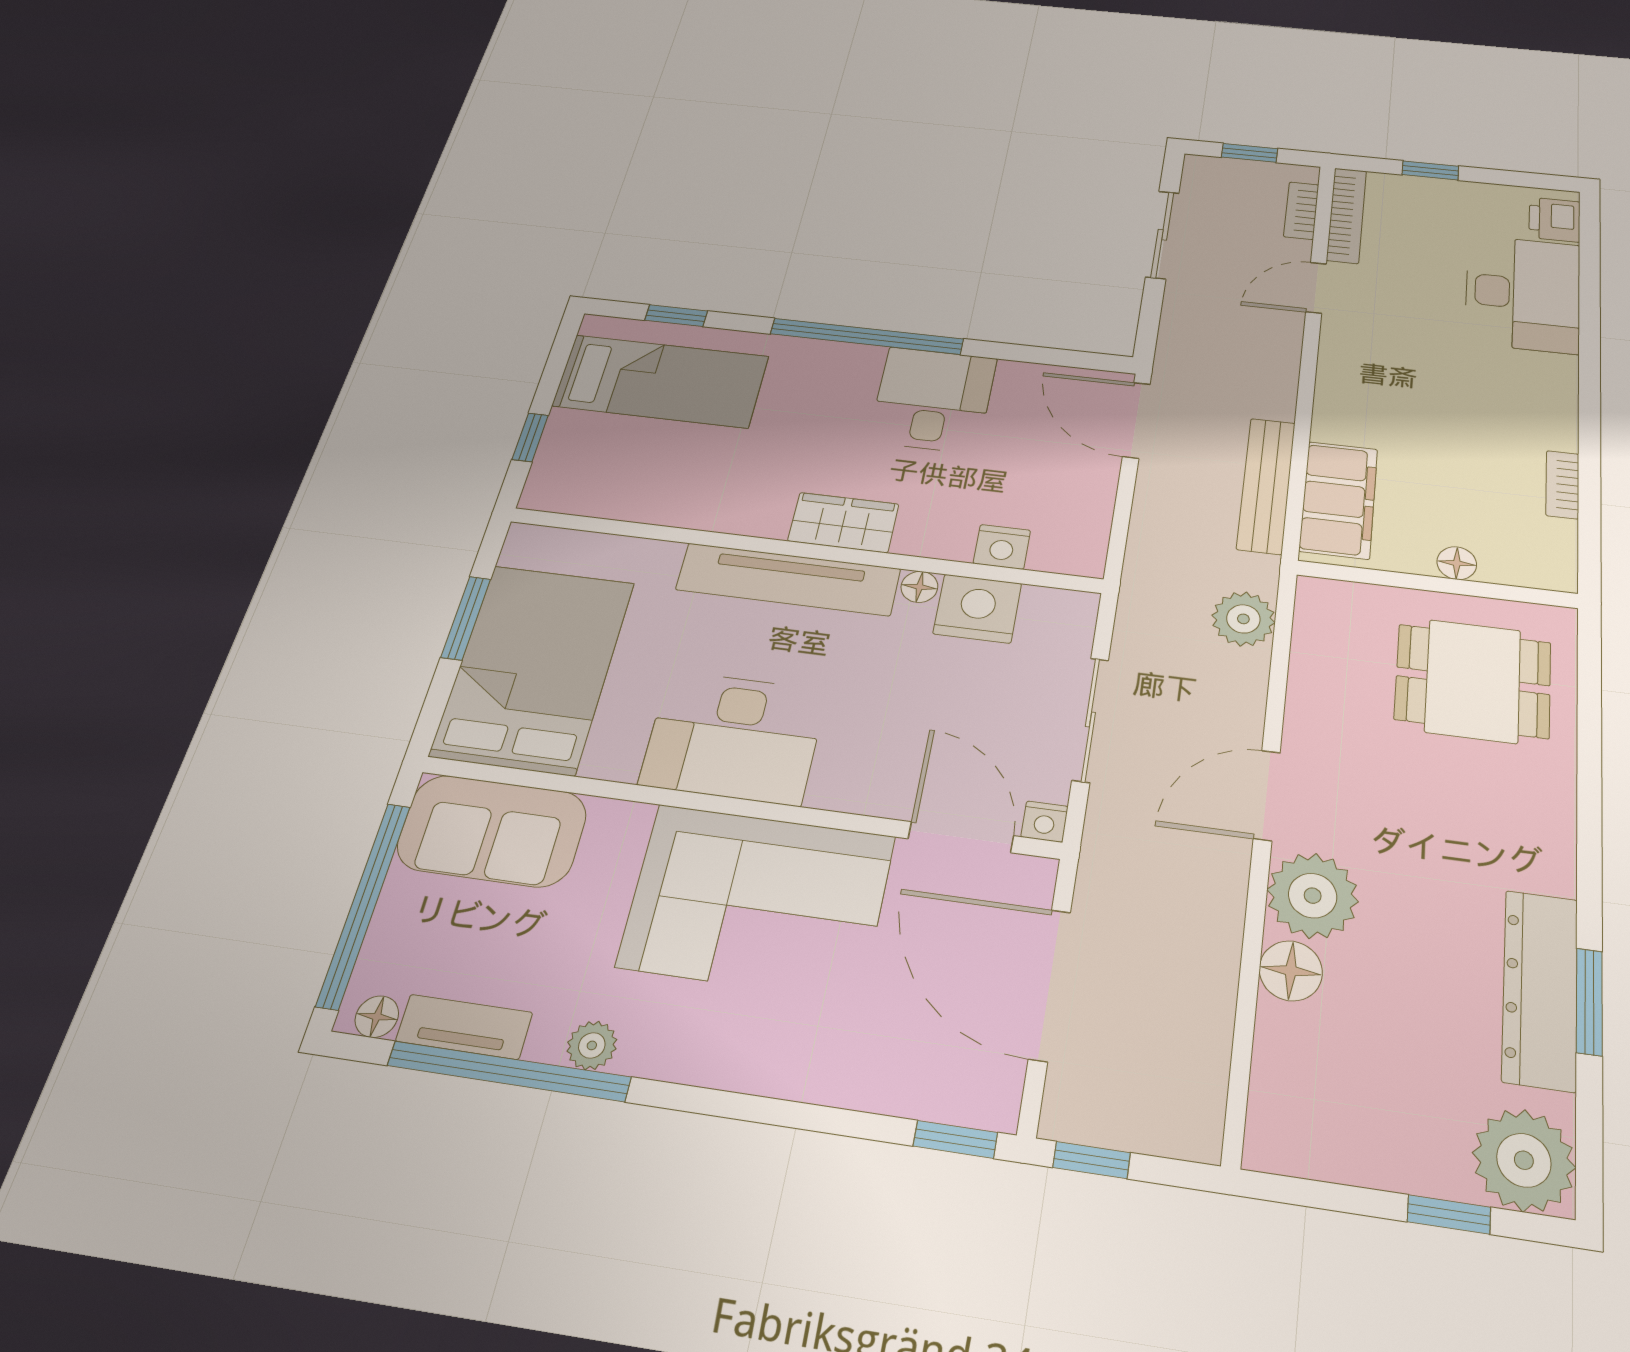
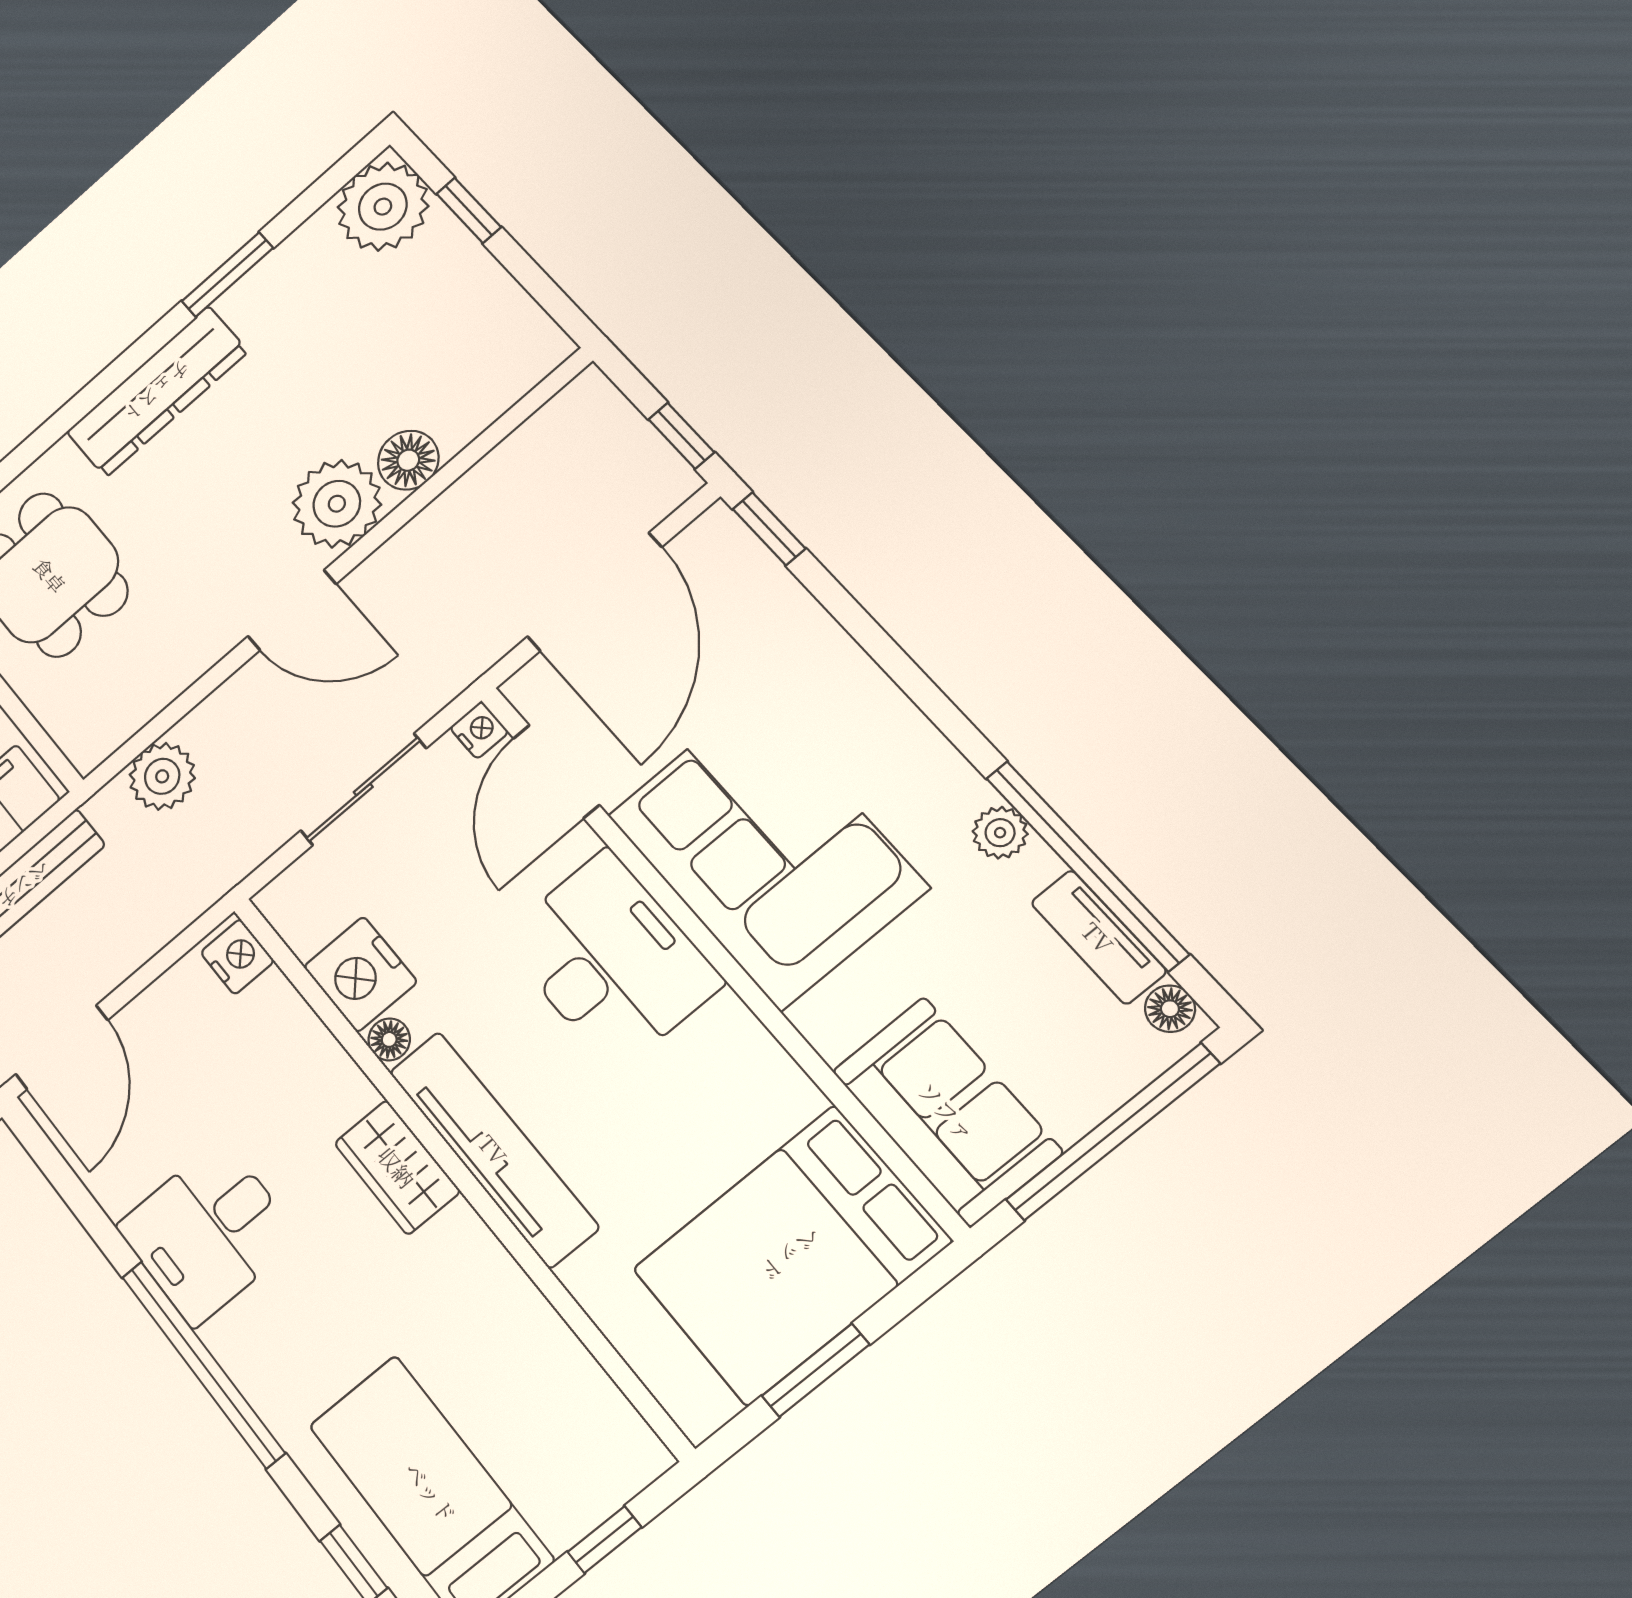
nightstand: (1002, 547) -> (237, 957), moved
desk: (734, 737) -> (611, 960), moved
dresser: (1540, 989) -> (157, 392), moved

